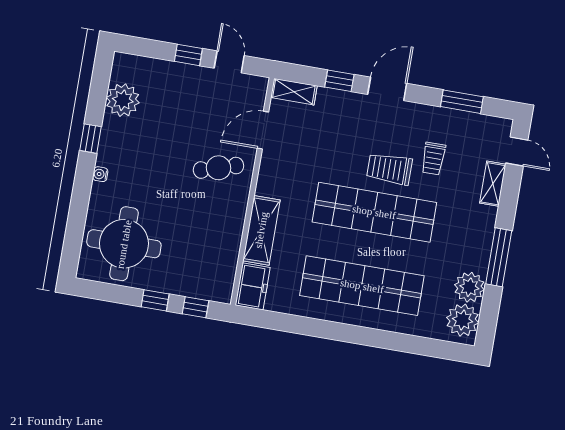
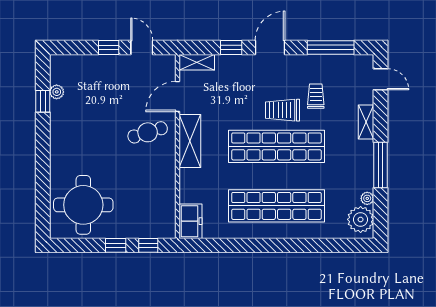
plant: (123, 100) -> (57, 92), width x0.53, depth x0.53
window: (462, 102) -> (331, 47), width x1.44
window: (90, 139) -> (43, 101), moved
trolley: (433, 159) -> (316, 96), turned 180
water cooler: (100, 174) -> (55, 153), removed
shelving: (493, 184) -> (366, 122), moved
shelving: (261, 230) -> (190, 141), moved
plant: (469, 287) -> (367, 198), width x0.53, depth x0.53

